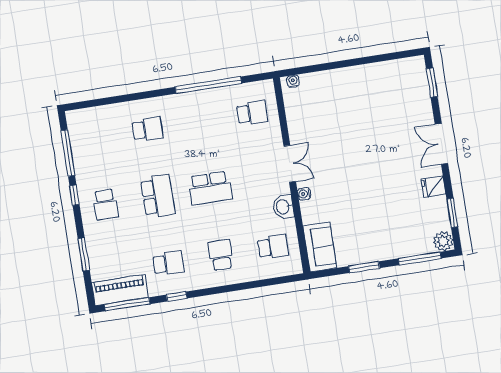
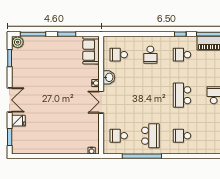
fridge: (433, 187) -> (18, 121), moved
school desk: (210, 188) -> (150, 136), moved, turned 90

